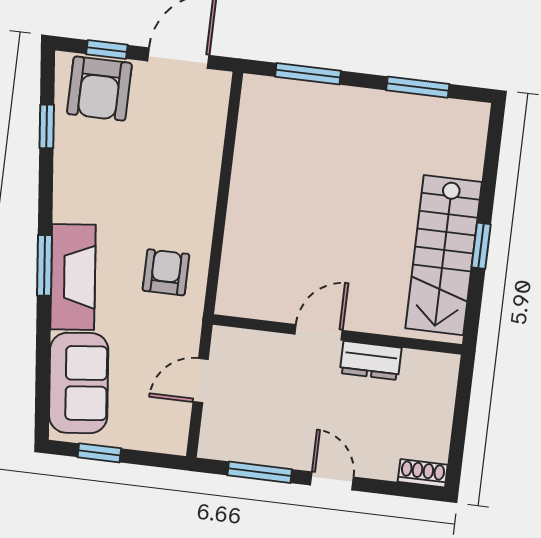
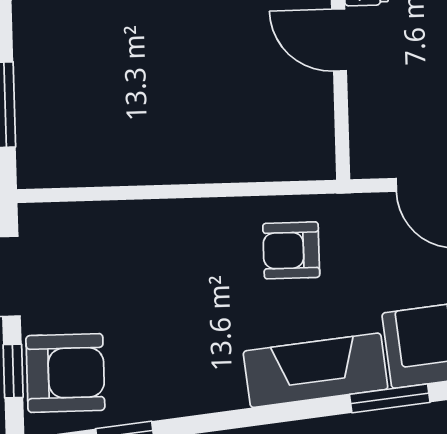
window: (44, 265) -> (390, 398), moved

